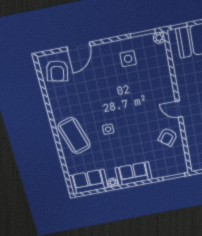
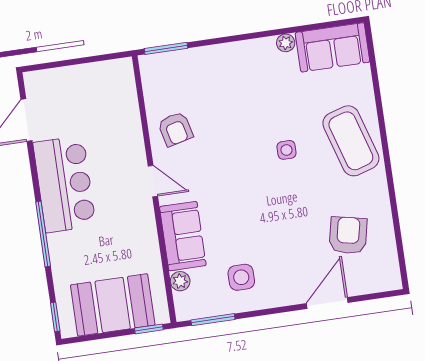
plant: (159, 38) -> (180, 281), moved
armchair: (57, 71) -> (348, 235), moved
armchair: (168, 137) -> (175, 129), turned 128
sofa: (134, 174) -> (183, 236), moved, turned -90

